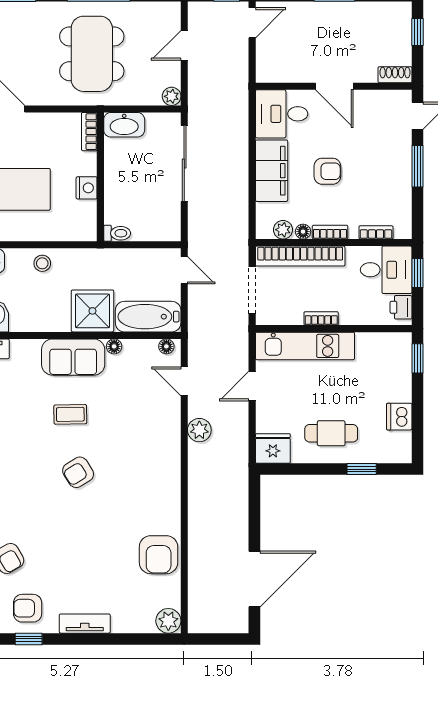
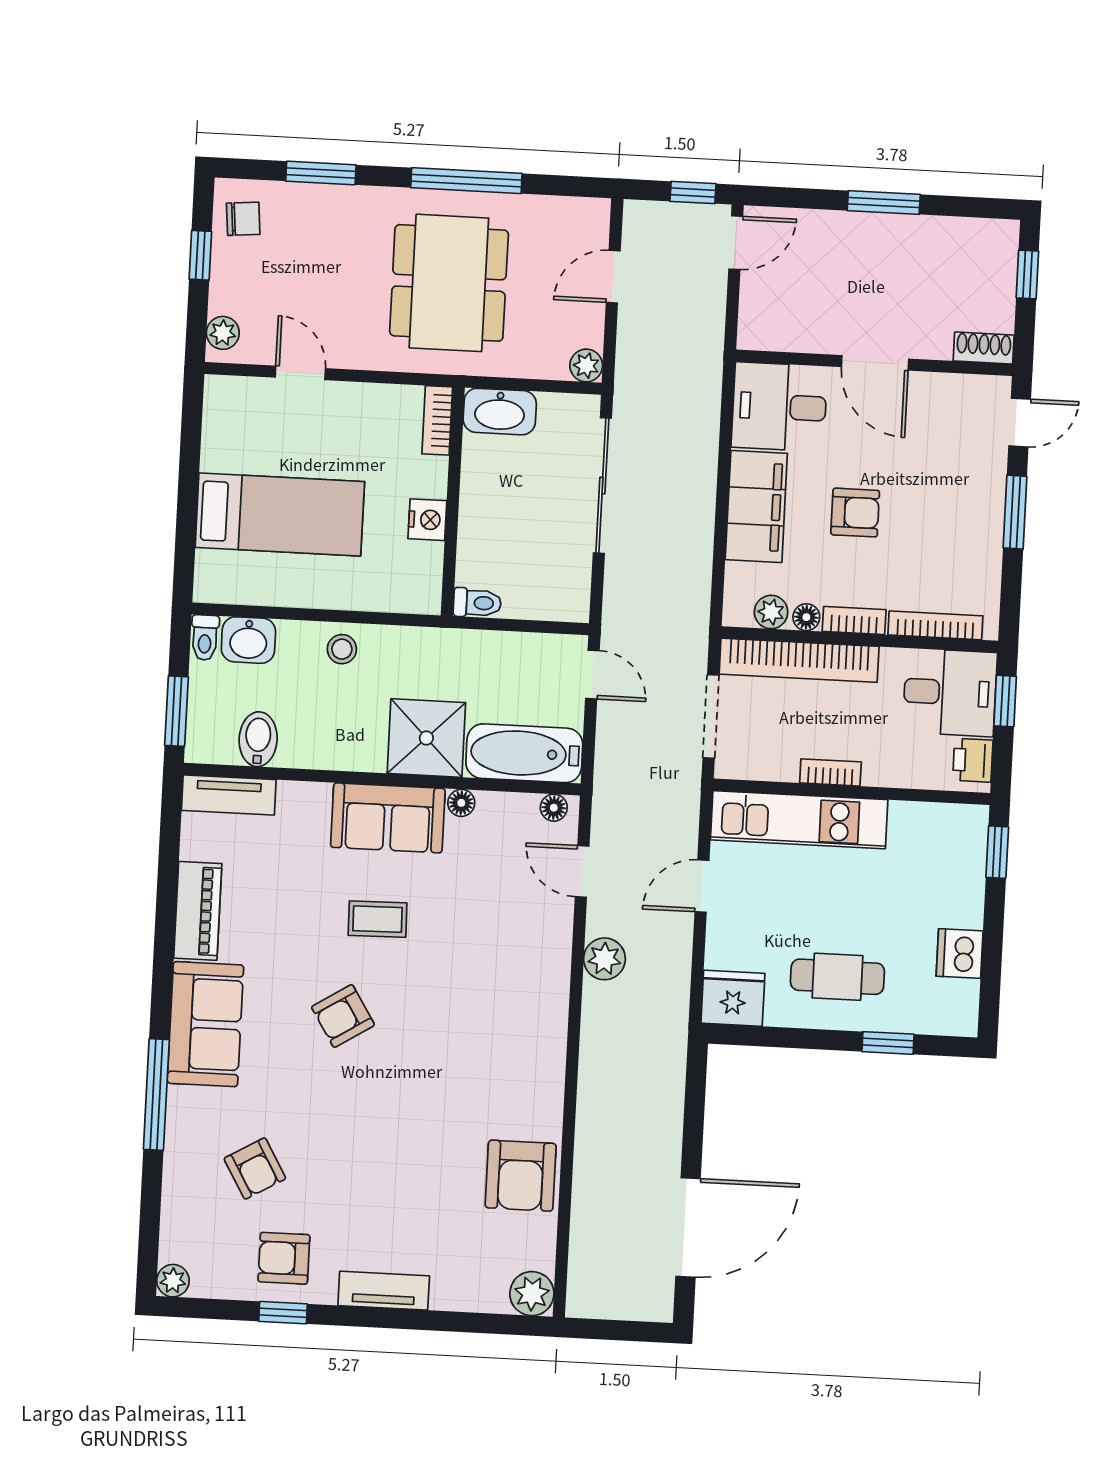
bookcase: (376, 232) -> (935, 625), width x1.56
armchair: (78, 472) -> (343, 1016), moved

